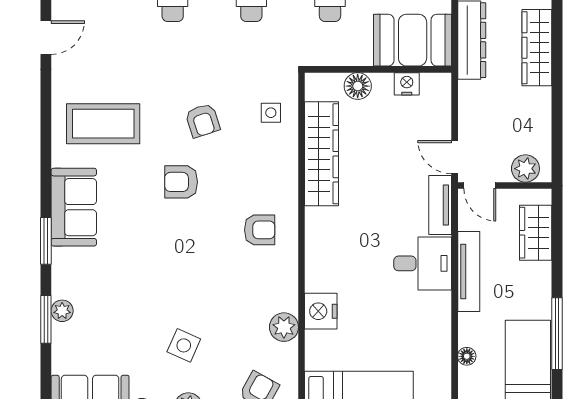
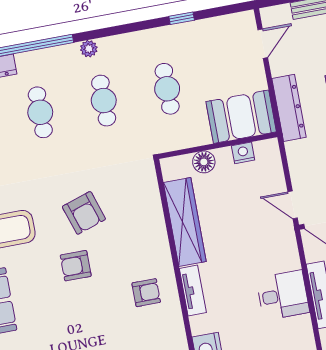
side table: (271, 113) -> (138, 196), removed
armchair: (203, 120) -> (84, 213), width x1.38, depth x1.38
tv unit: (440, 205) -> (193, 290), moved, turned 180

